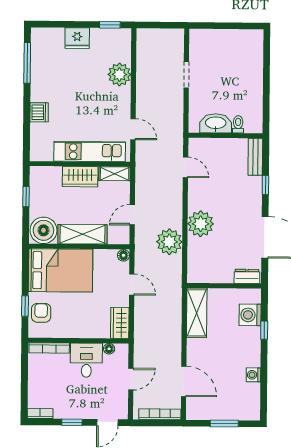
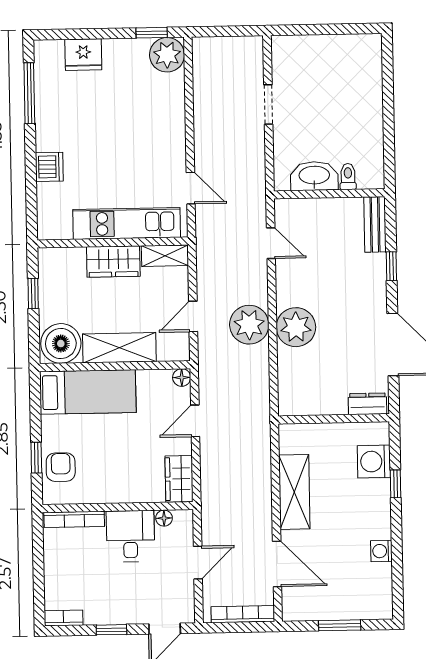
fridge: (77, 38) -> (83, 55), moved
plant: (119, 74) -> (167, 55), moved
plant: (169, 242) -> (249, 325), moved
bed: (61, 270) -> (88, 392), width x0.67
door: (132, 284) -> (195, 421), swing flipped
shelving: (197, 313) -> (294, 492), moved

